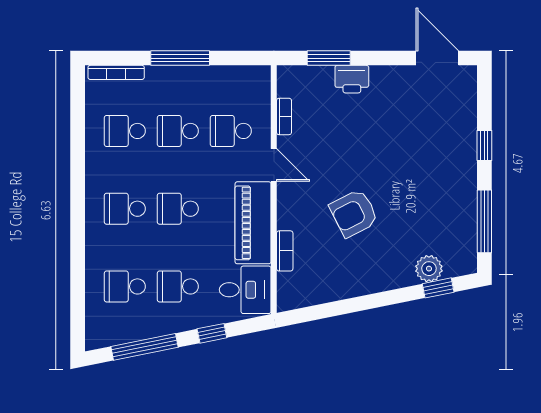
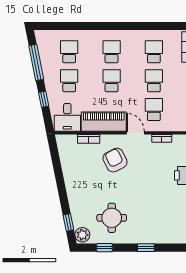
door: (274, 165) -> (135, 133), swing flipped
round table: (430, 208) -> (112, 218), added
armchair: (354, 213) -> (115, 160), moved
window: (484, 221) -> (105, 248), width x0.46
plant: (429, 269) -> (82, 235), moved

